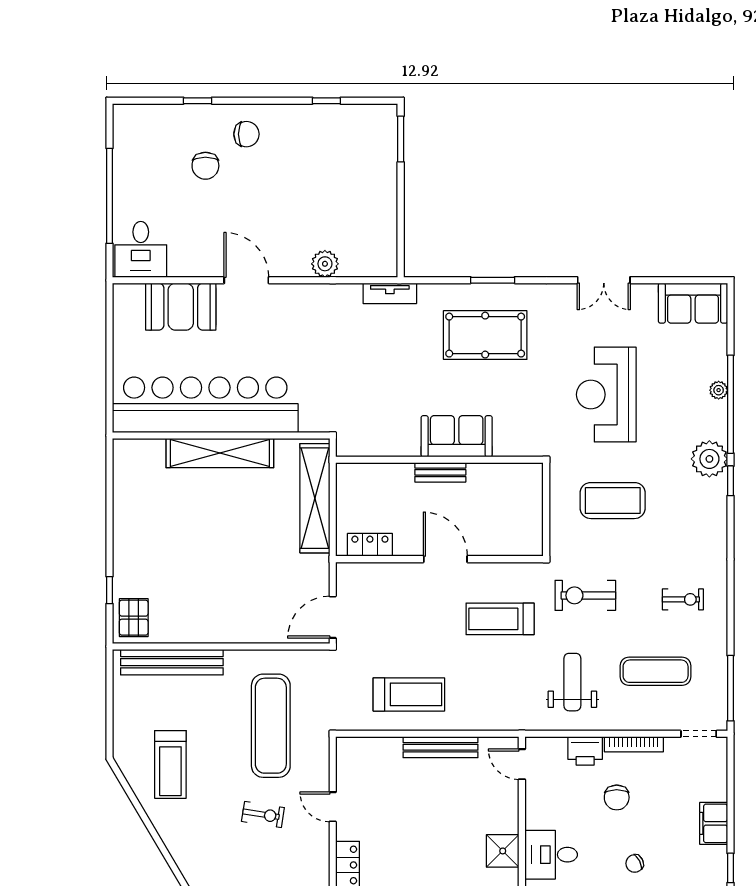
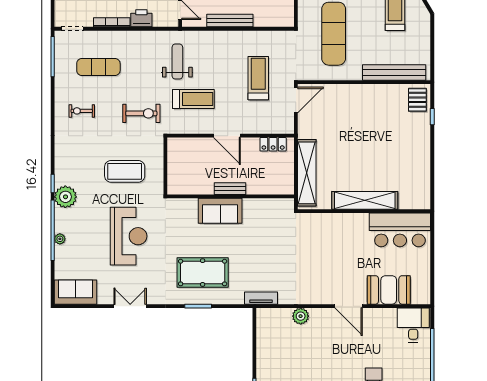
bar counter: (205, 405) -> (400, 230), width x0.54
weight bench: (572, 682) -> (177, 62), moved, turned 180
treadmill: (409, 694) -> (258, 78), moved, turned 90

